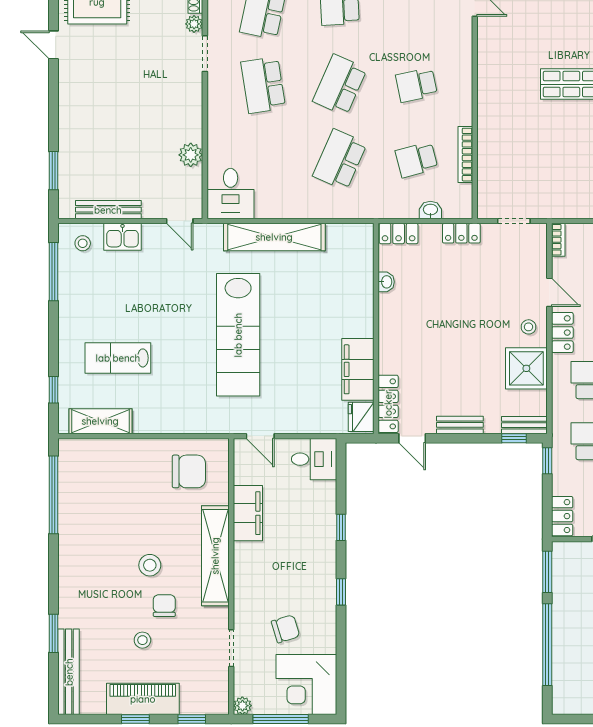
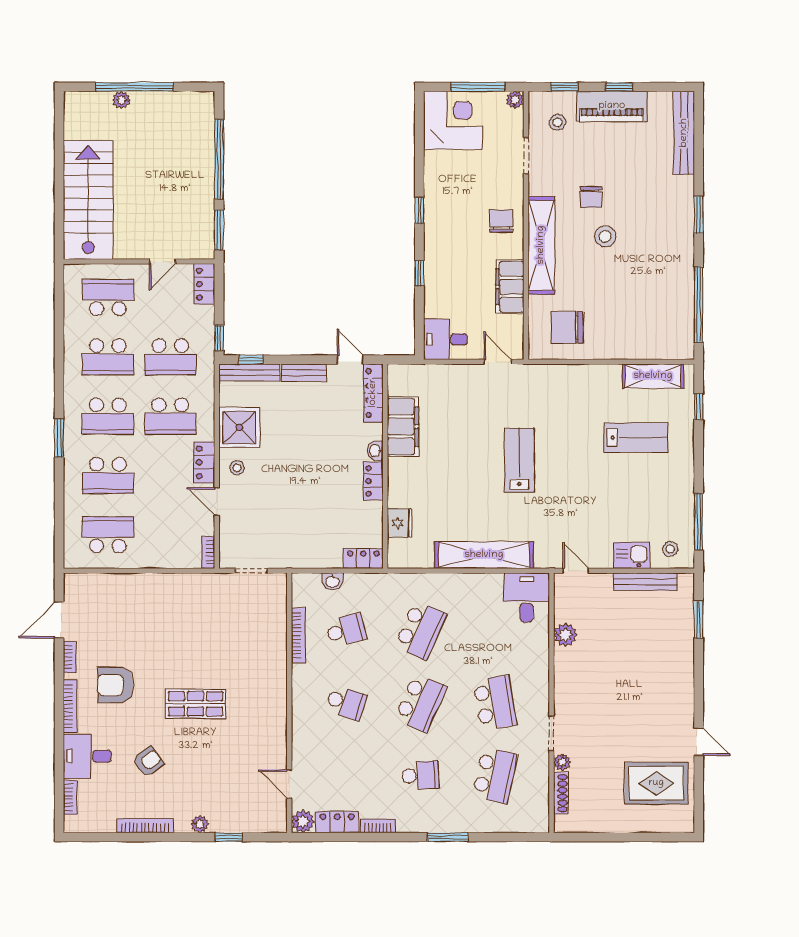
school desk: (416, 85) -> (346, 703), turned 30
locker: (461, 233) -> (373, 481), moved, turned -90
washbasin: (386, 282) -> (375, 450), moved
lab bench: (238, 335) -> (519, 460), width x0.54, depth x0.72
fridge: (361, 417) -> (400, 523), moved
bench: (524, 425) -> (249, 372), width x1.36
chair: (286, 629) -> (501, 221), moved, turned 107
window: (53, 633) -> (699, 215), moved
stool: (142, 640) -> (557, 122), moved

